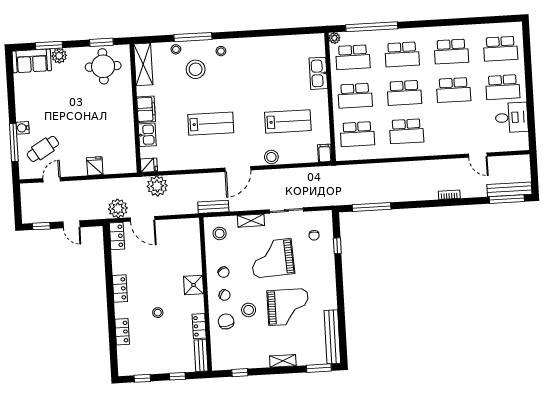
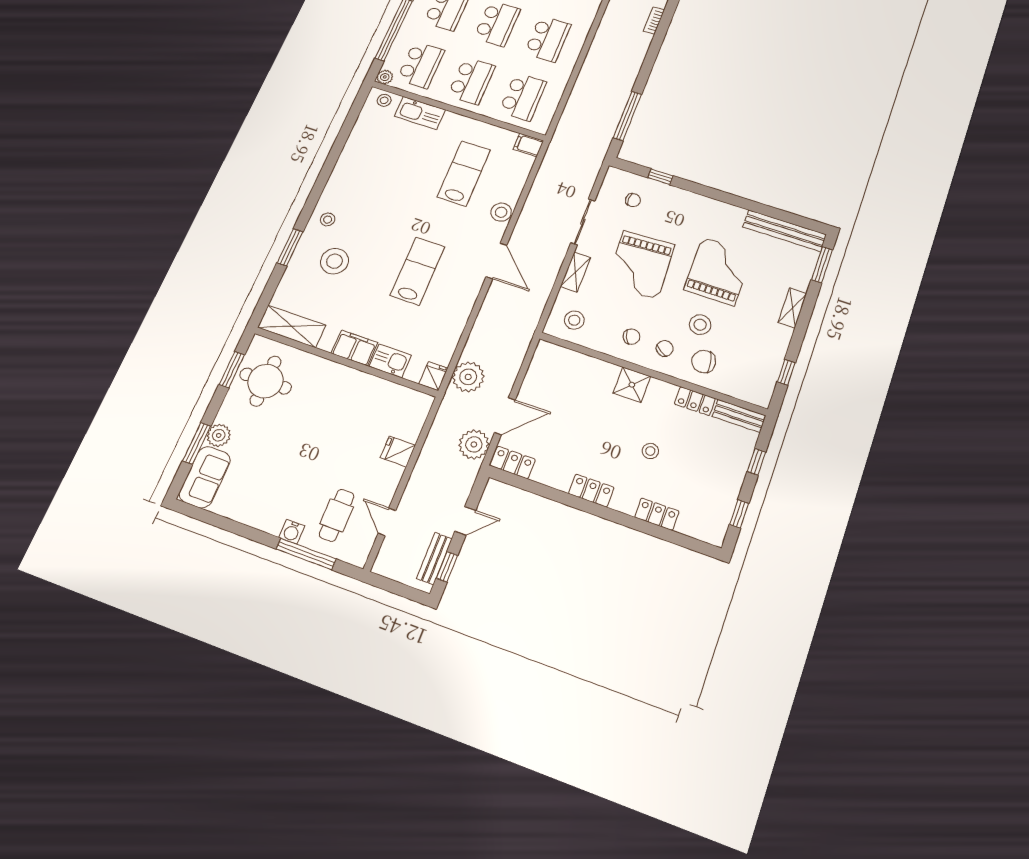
window: (193, 37) -> (290, 247), width x0.69
stool: (176, 49) -> (384, 100), moved
cafe table: (43, 149) -> (337, 515), turned 31
bench: (213, 207) -> (434, 559), moved

